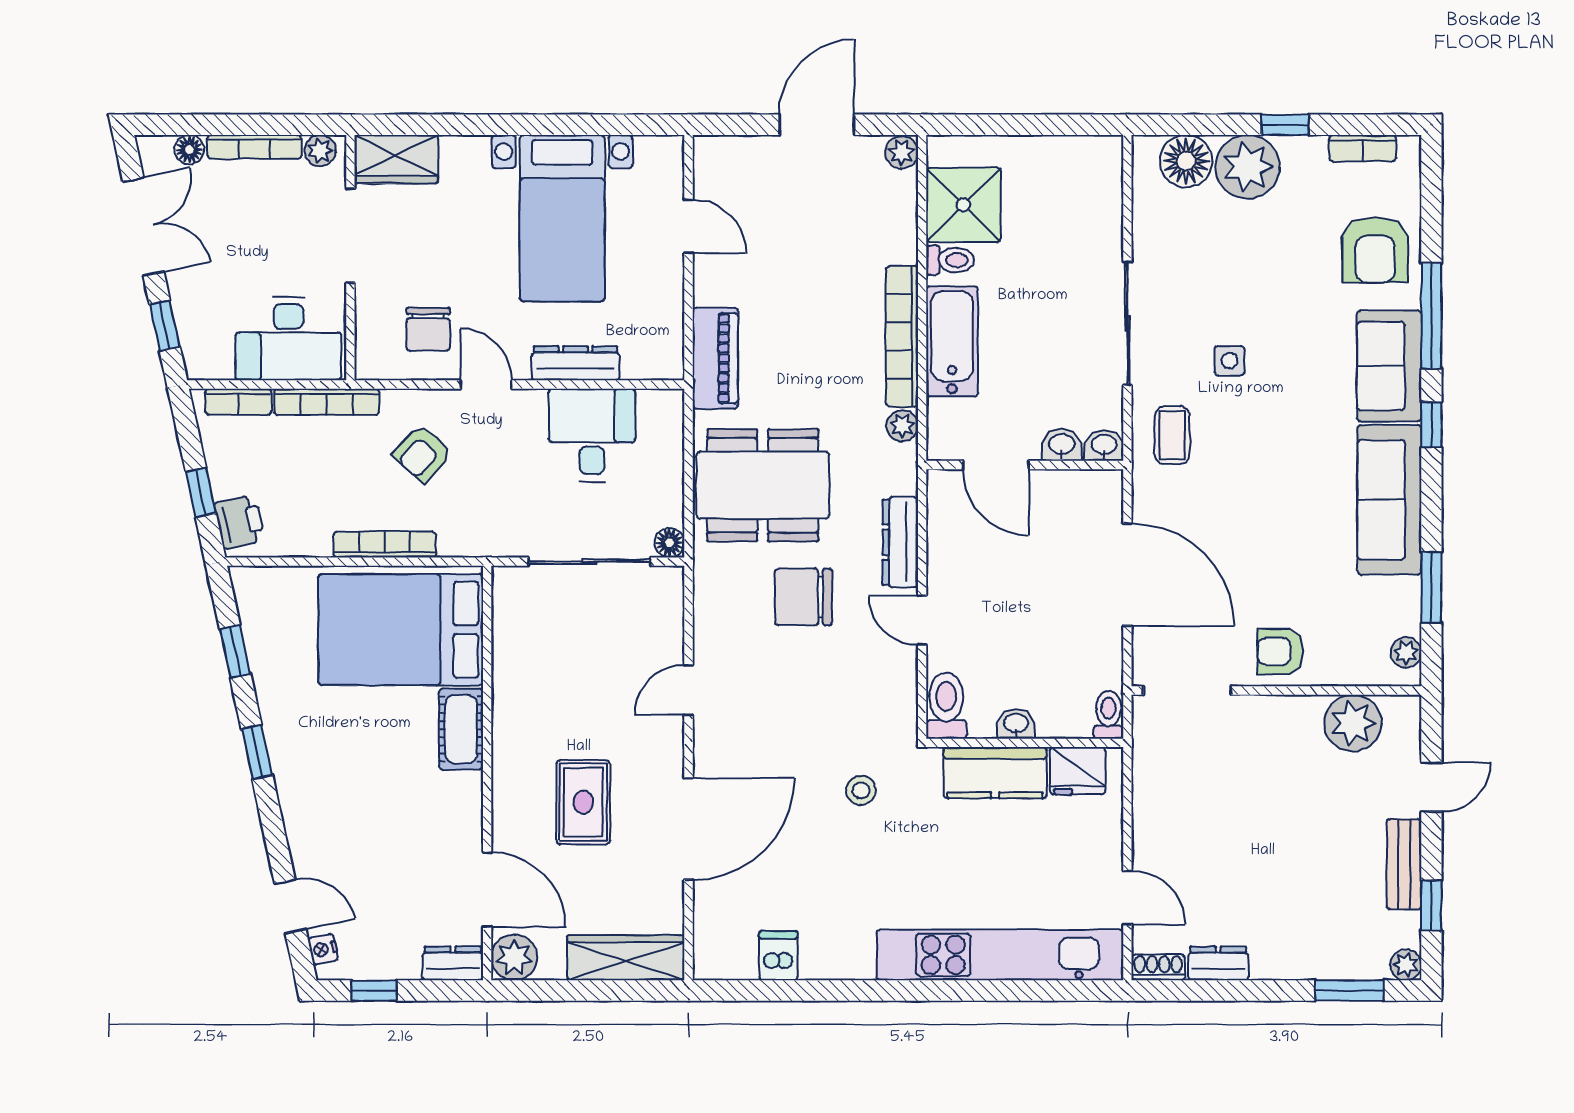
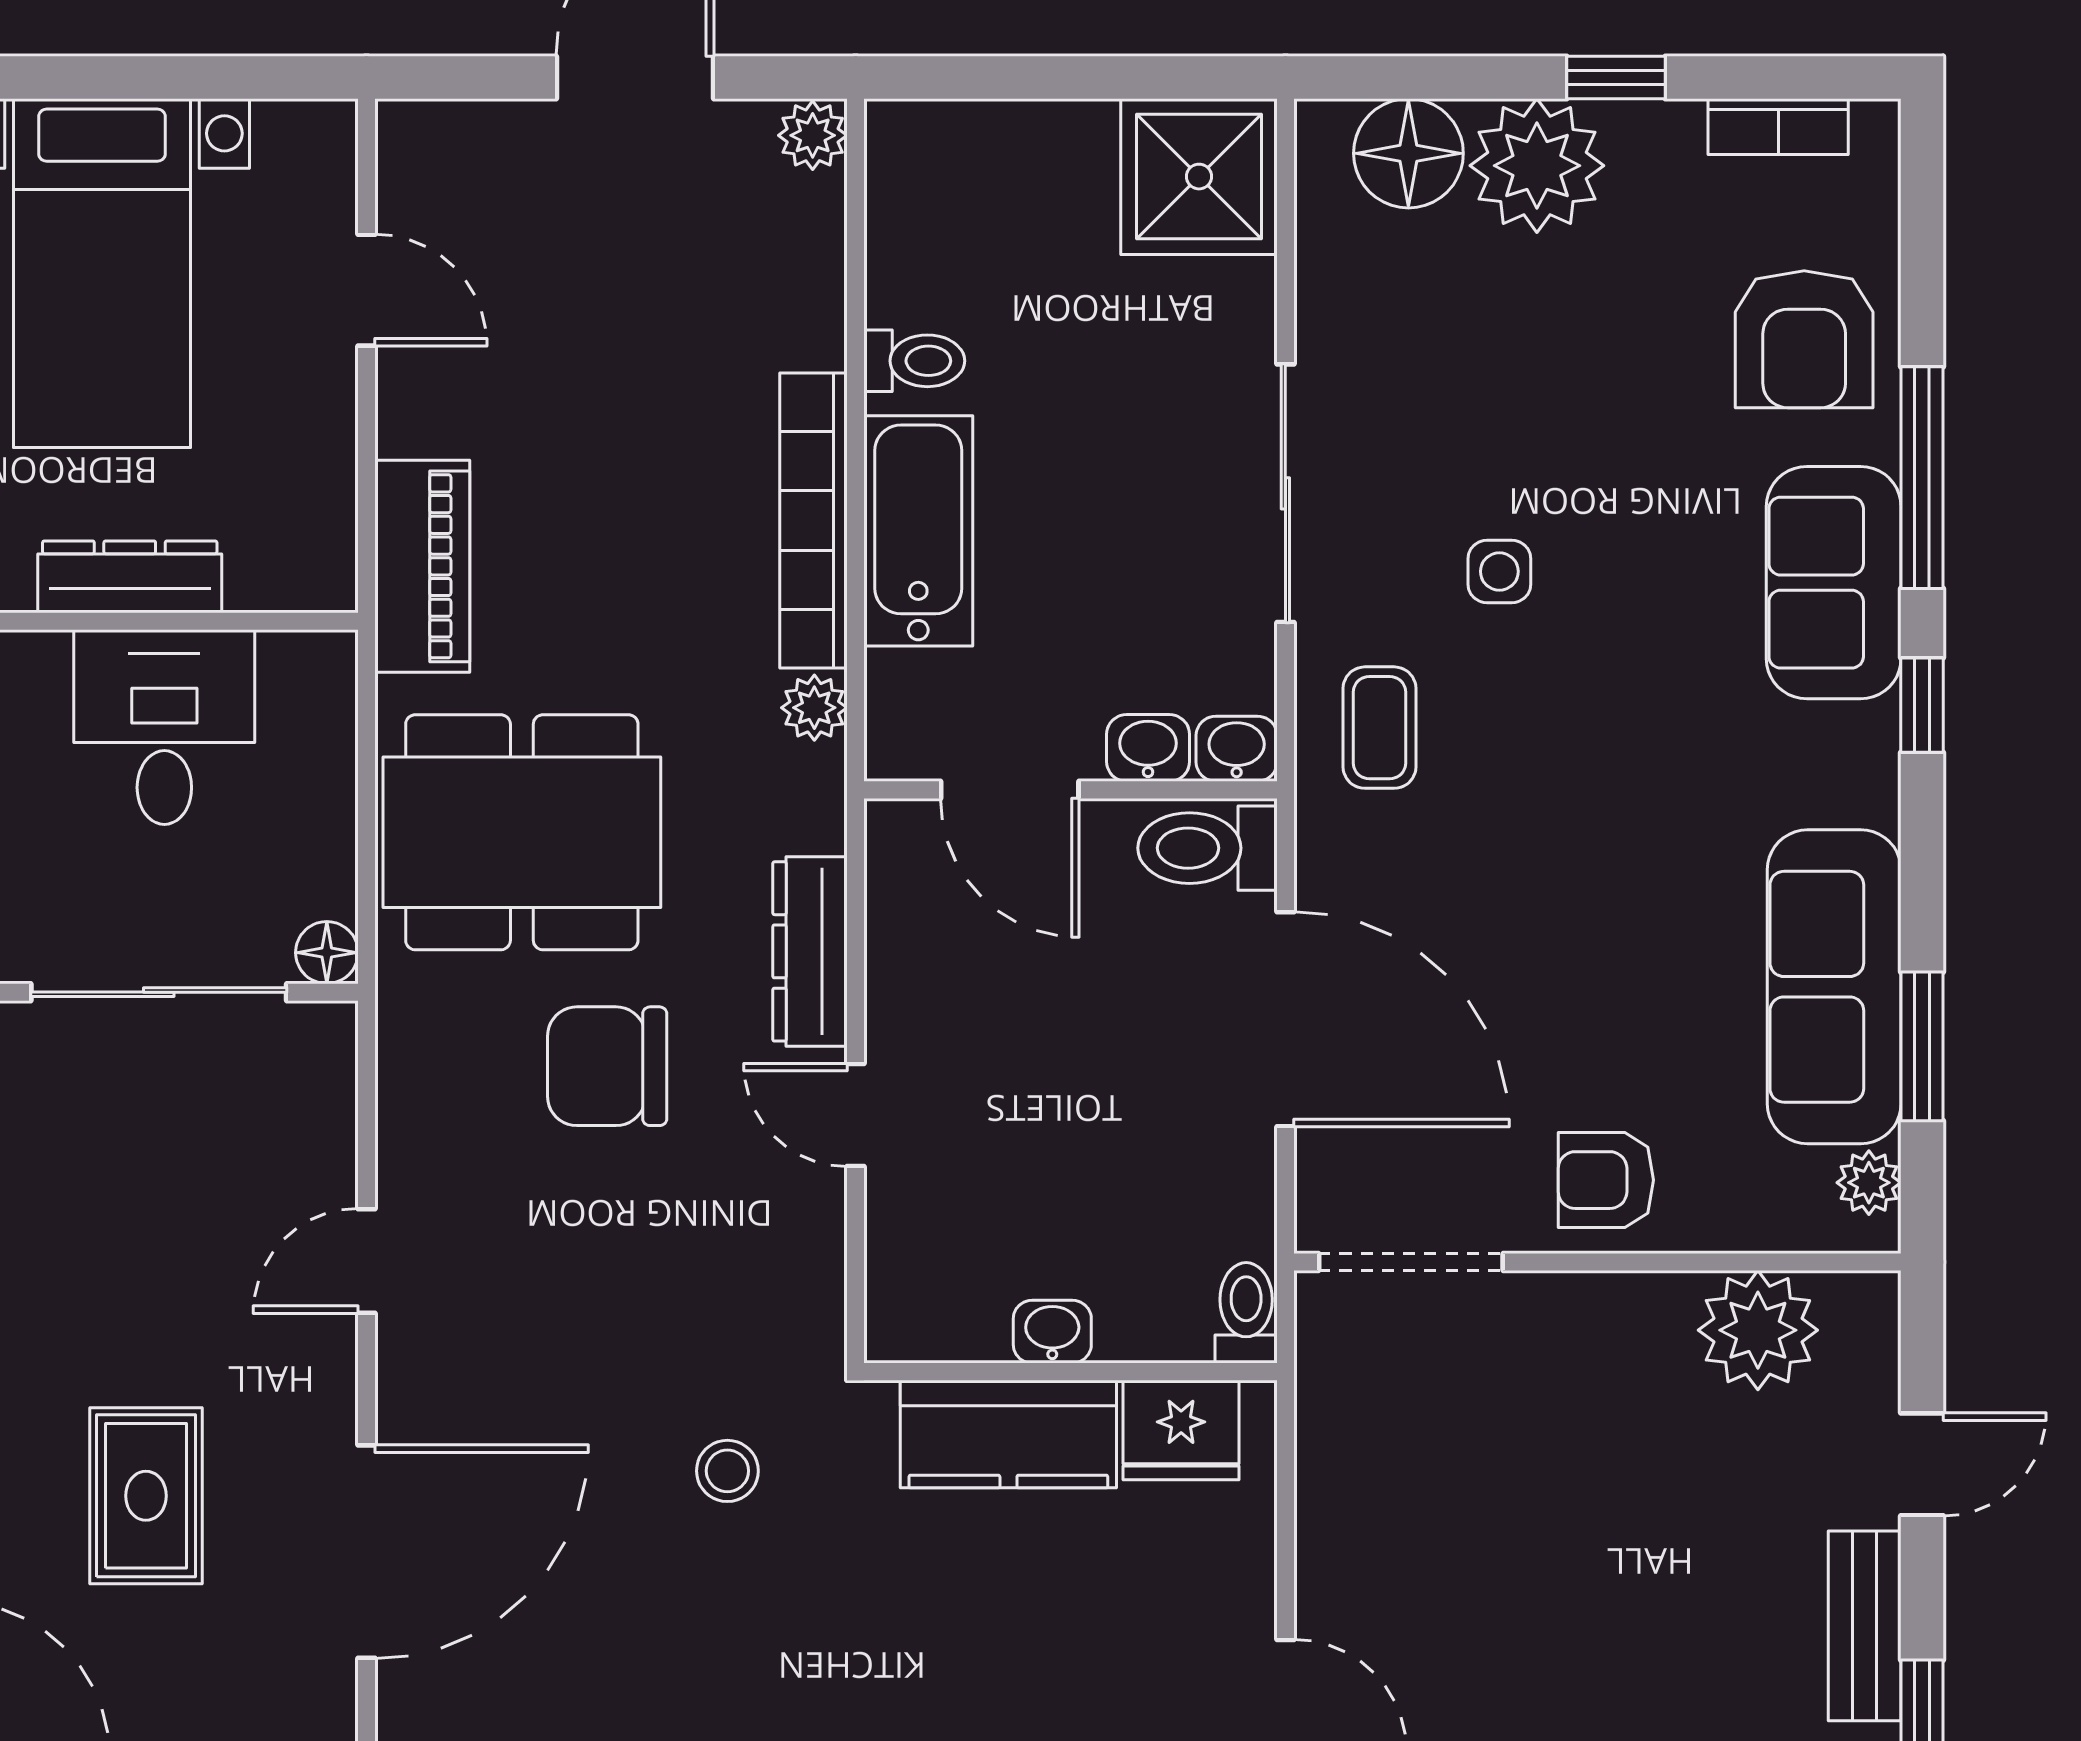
shower: (963, 205) -> (1199, 177), moved
sofa: (1389, 500) -> (1834, 987), moved
toilet: (946, 706) -> (1207, 848), moved, turned -90

